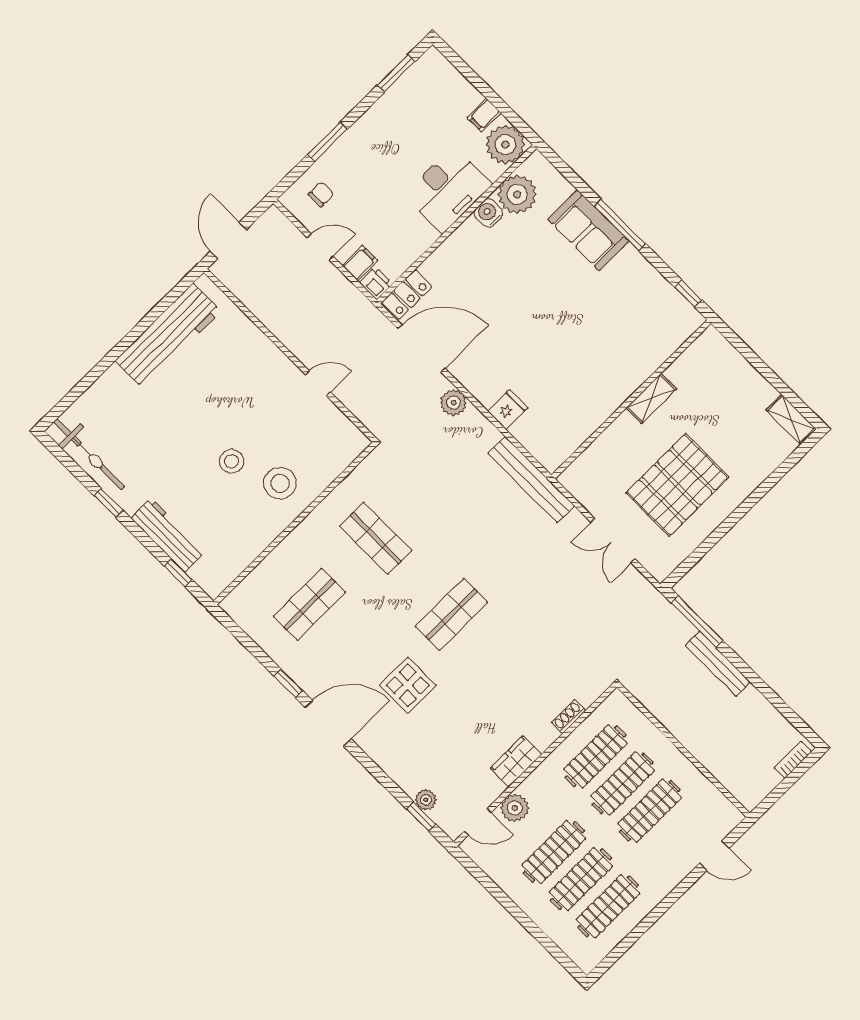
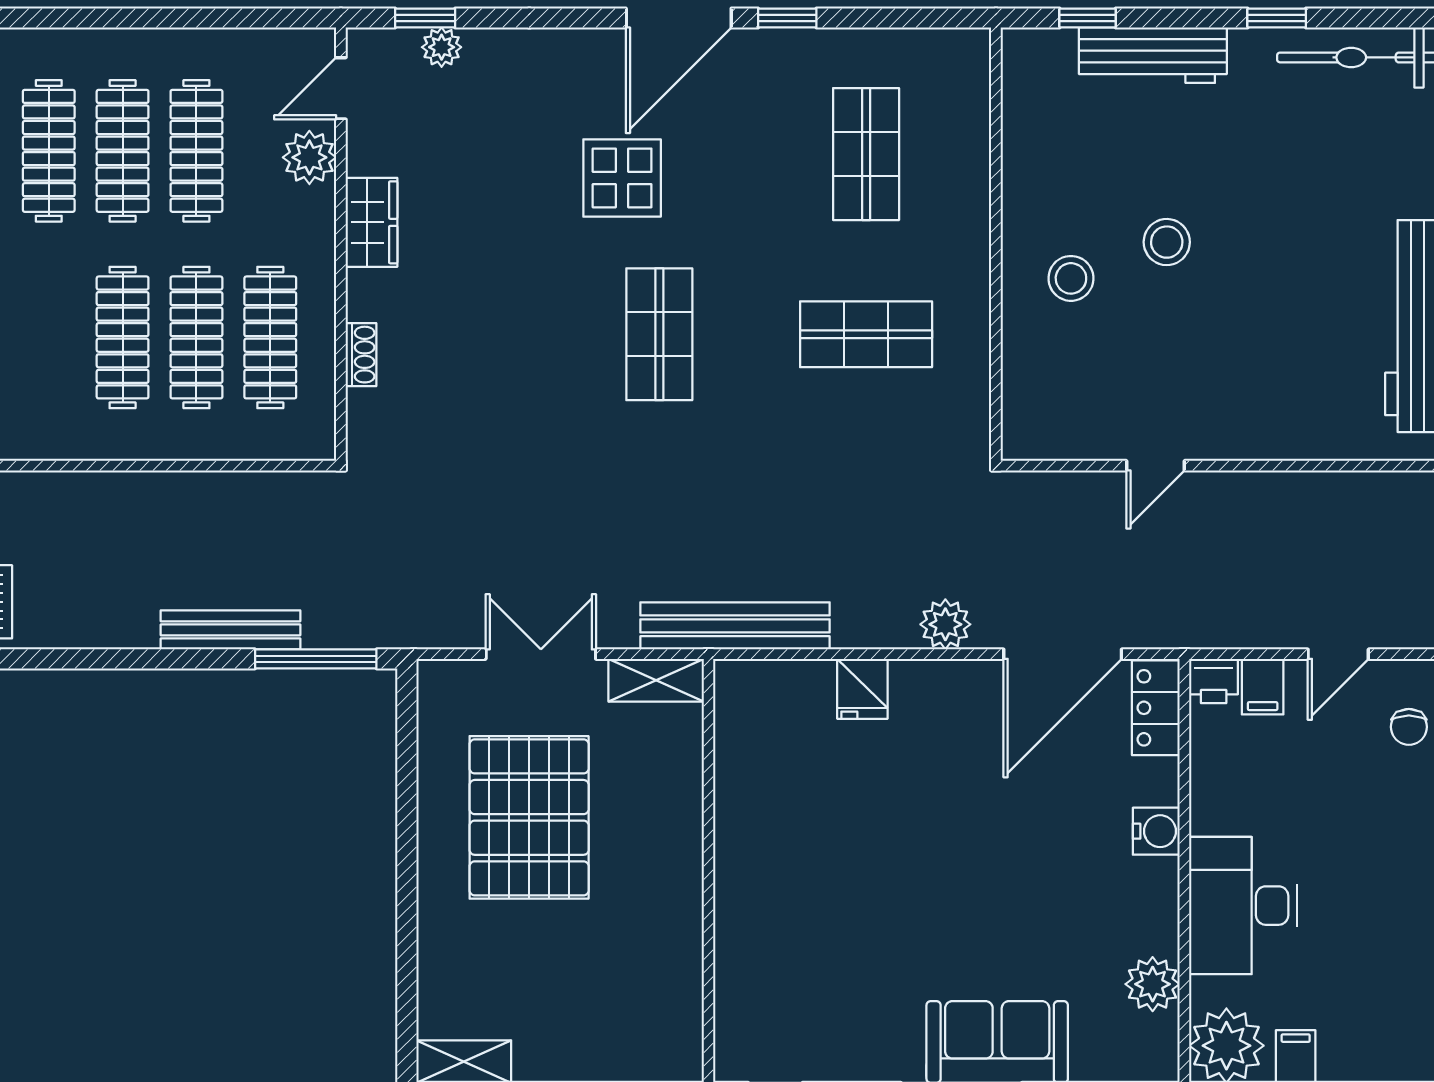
plant: (517, 194) -> (1153, 984), width x0.73, depth x0.73
water cooler: (488, 213) -> (1156, 831), moved
shelving: (651, 398) -> (656, 680), moved, turned 90
stool: (280, 483) -> (1071, 278), width x0.73, depth x0.73

